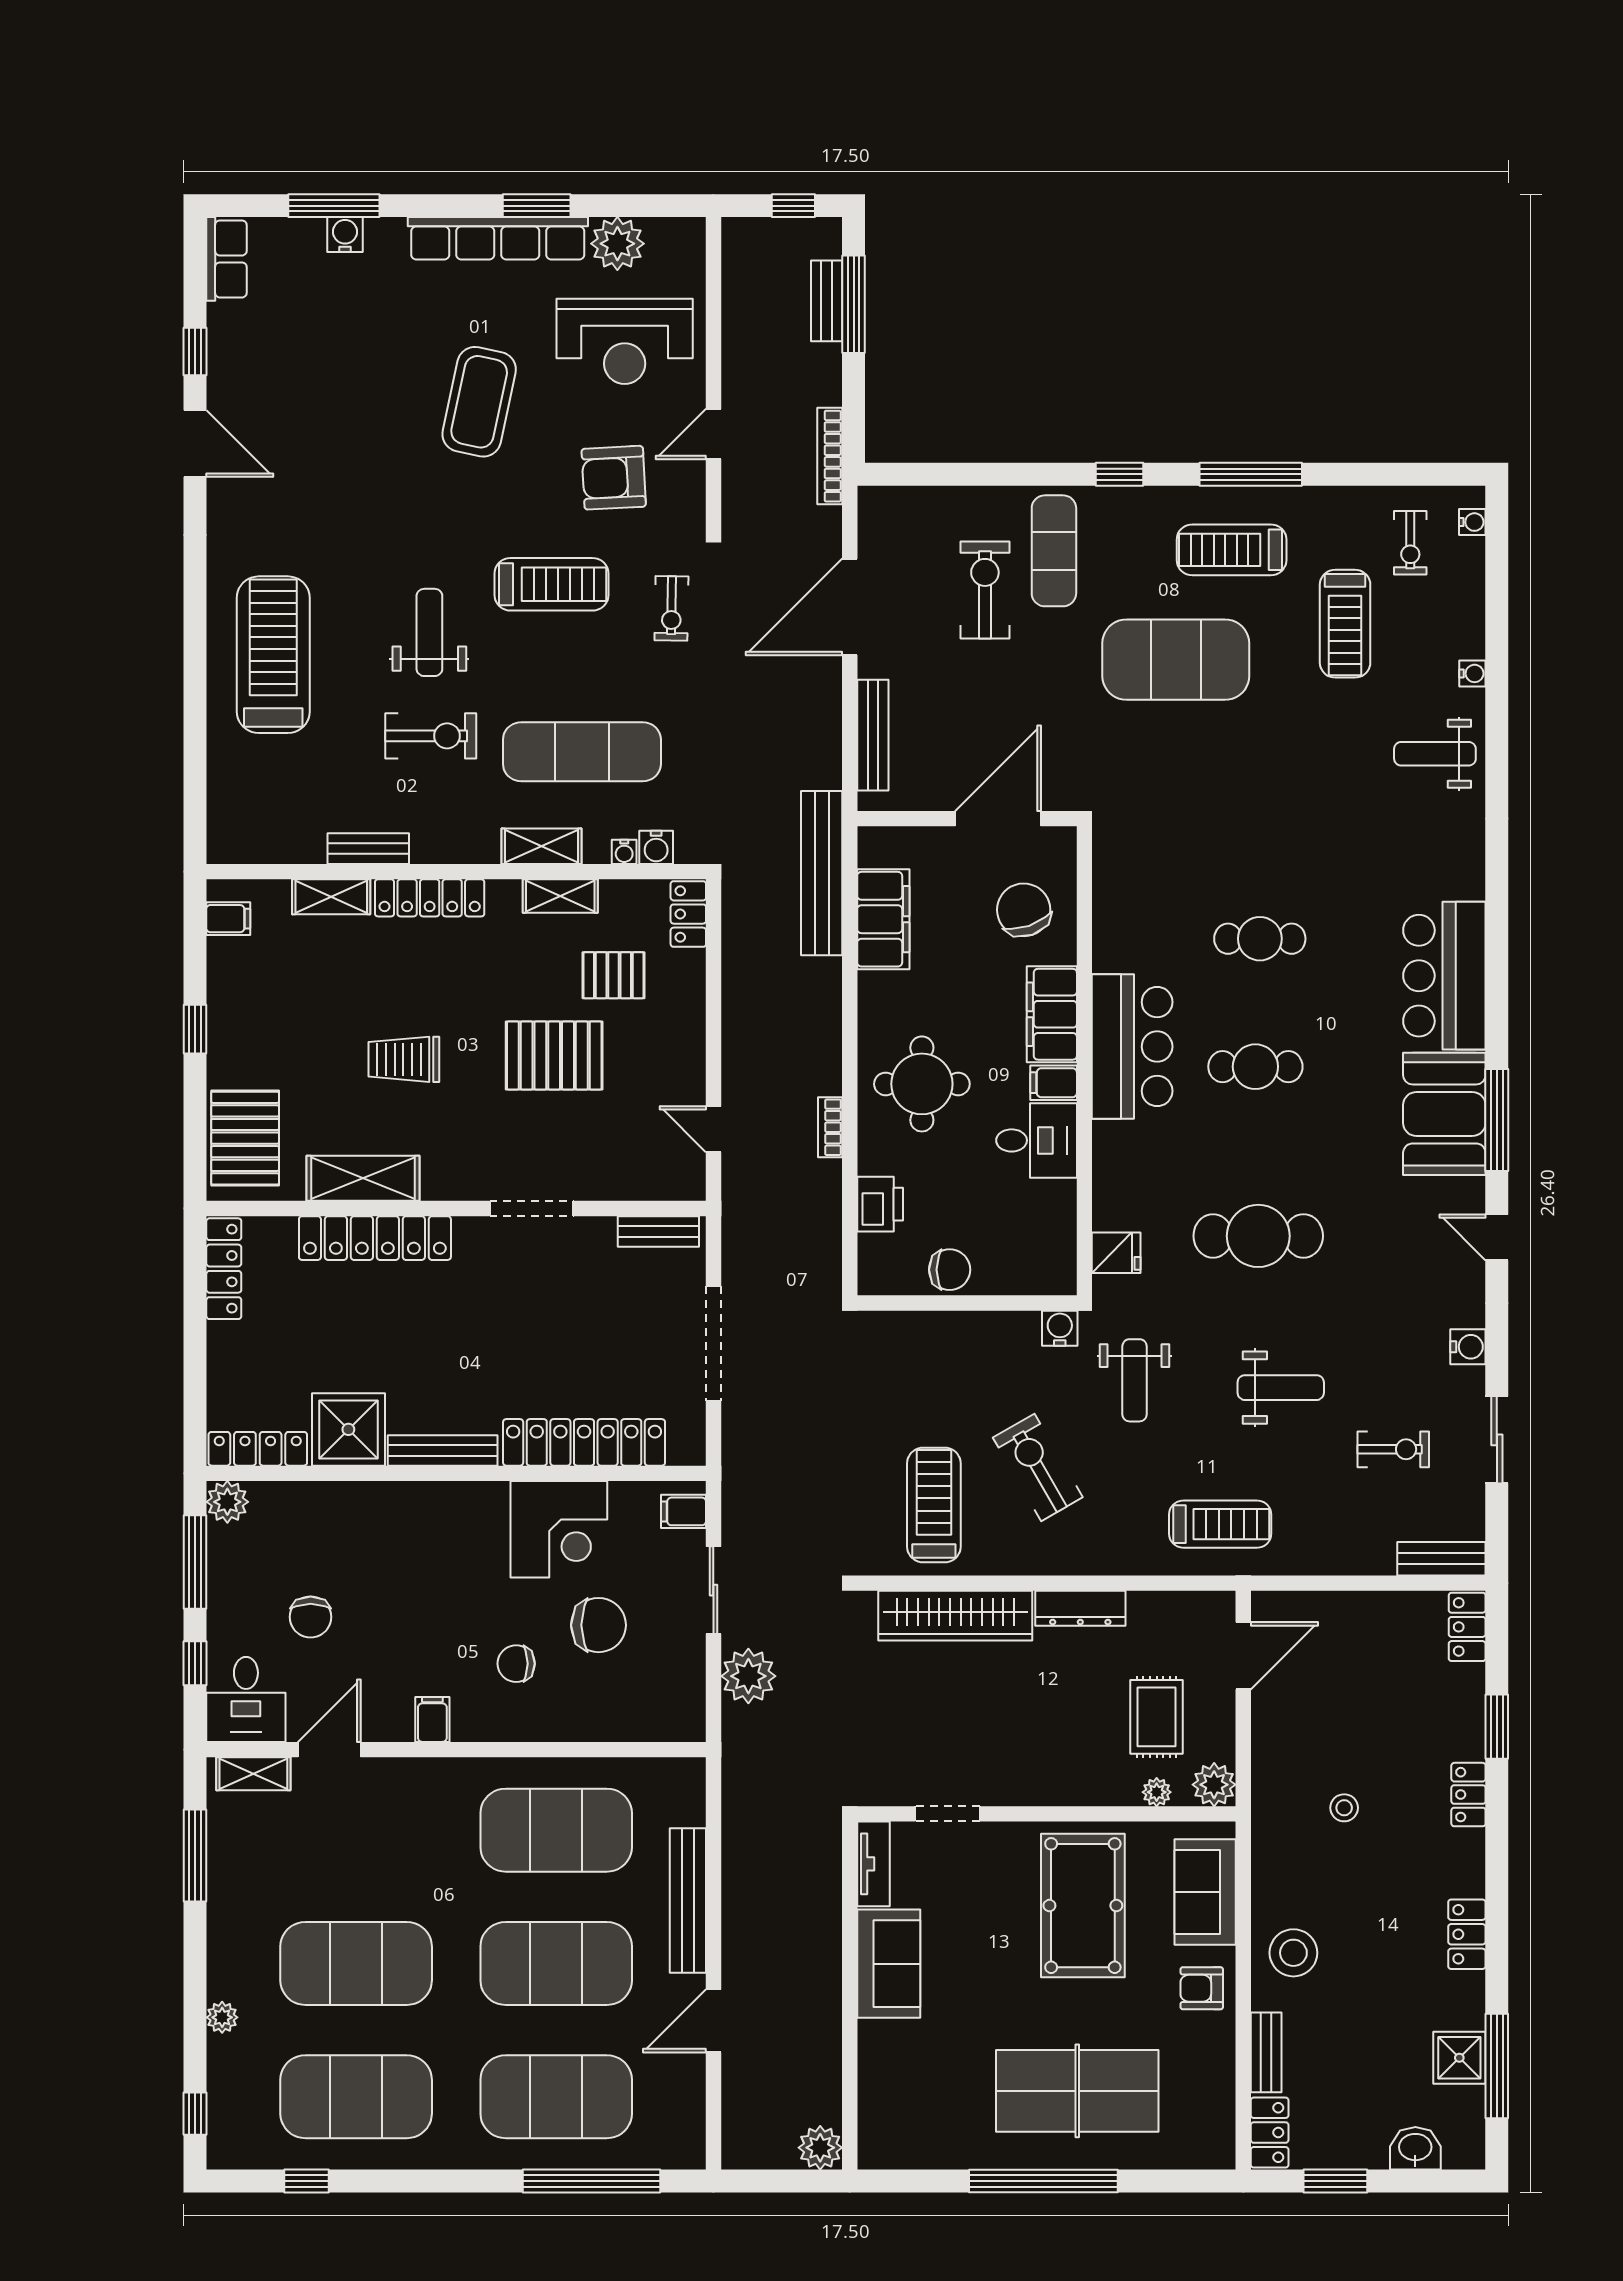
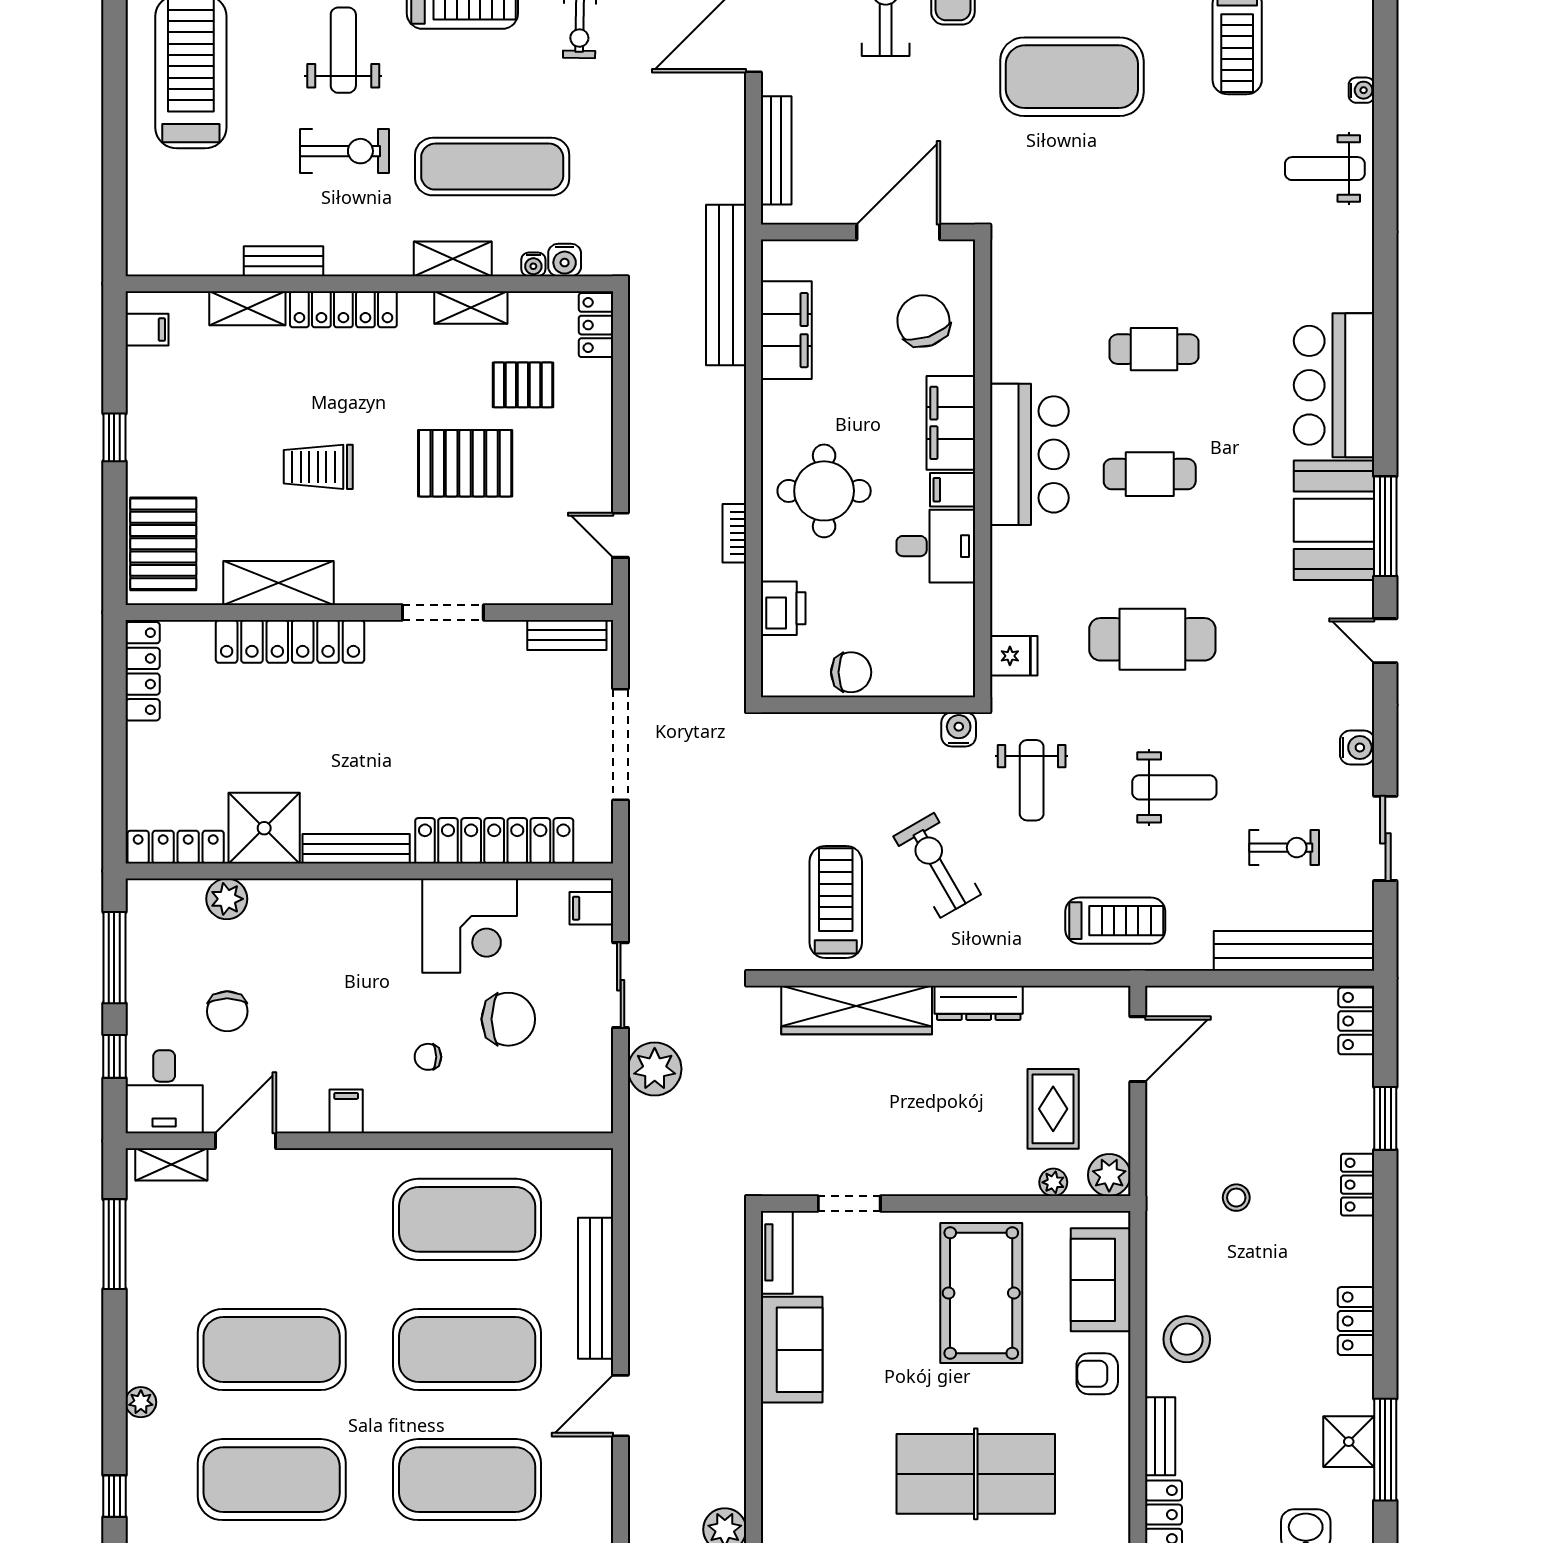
plant: (227, 1502) -> (227, 899), moved
bench: (1441, 1559) -> (1294, 951), width x1.86, depth x1.21
chair: (516, 1664) -> (428, 1057), width x0.73, depth x0.73

